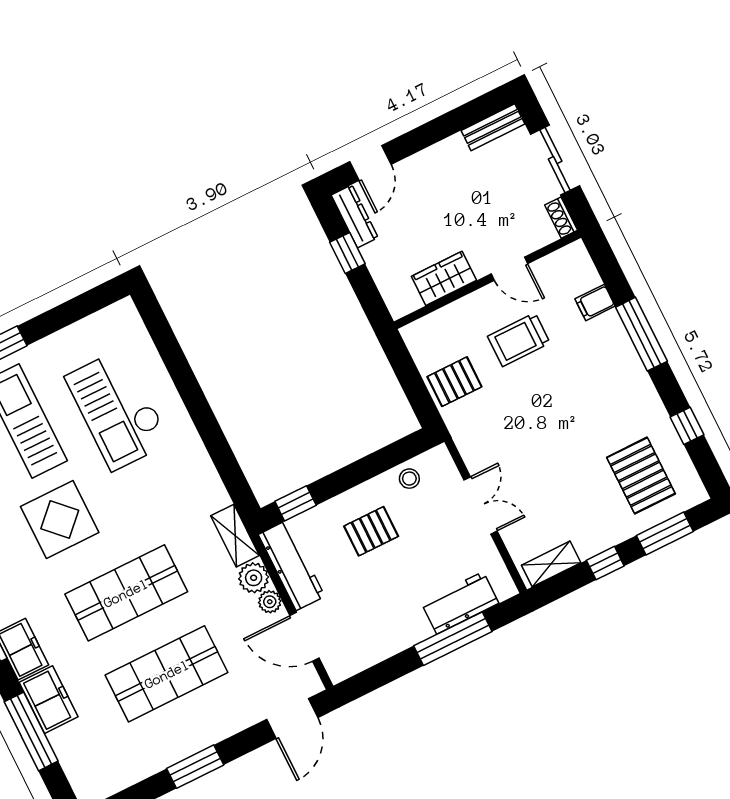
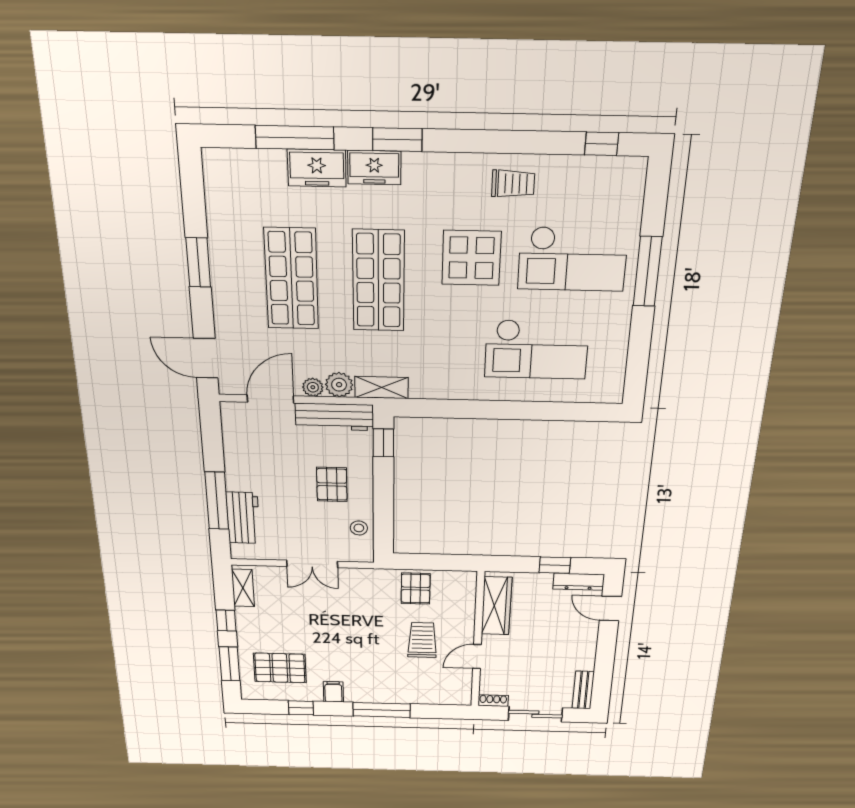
wardrobe: (444, 278) -> (497, 606), width x1.50
filing cabinet: (595, 302) -> (333, 692), moved
checkout: (118, 409) -> (537, 349), turned 180

